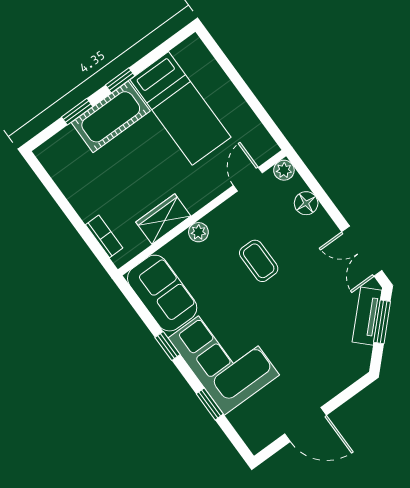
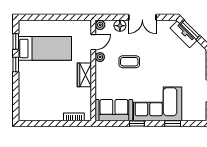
window: (77, 112) -> (16, 41), moved
cot: (111, 117) -> (28, 79), removed
door: (248, 179) -> (93, 42), swing flipped
wardrobe: (163, 219) -> (84, 75), moved
plant: (198, 232) -> (100, 57), moved
double door: (362, 251) -> (142, 17), moved

